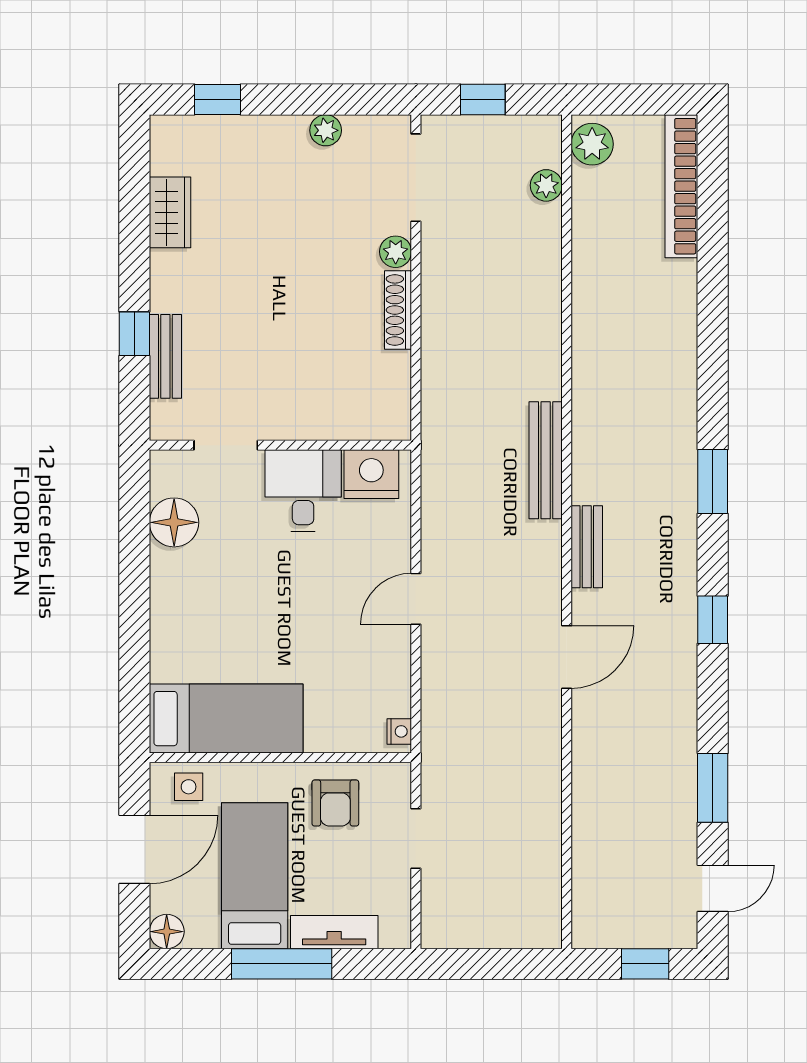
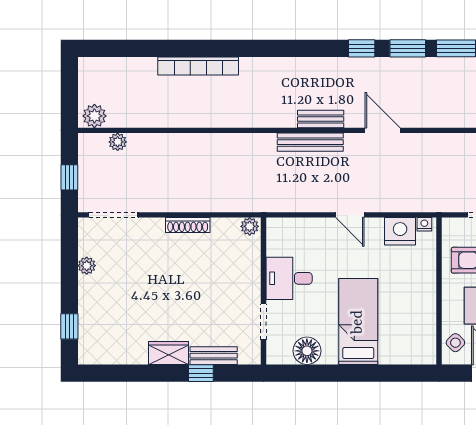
bookcase: (681, 186) -> (198, 66), moved
wardrobe: (170, 212) -> (168, 353), moved
plant: (396, 252) -> (250, 226), moved
bench: (546, 460) -> (310, 142), moved
nightstand: (371, 474) -> (400, 231), moved, turned 90
window: (713, 481) -> (408, 48), moved
bed: (226, 719) -> (358, 322), moved
side table: (189, 787) -> (455, 343), turned 45

